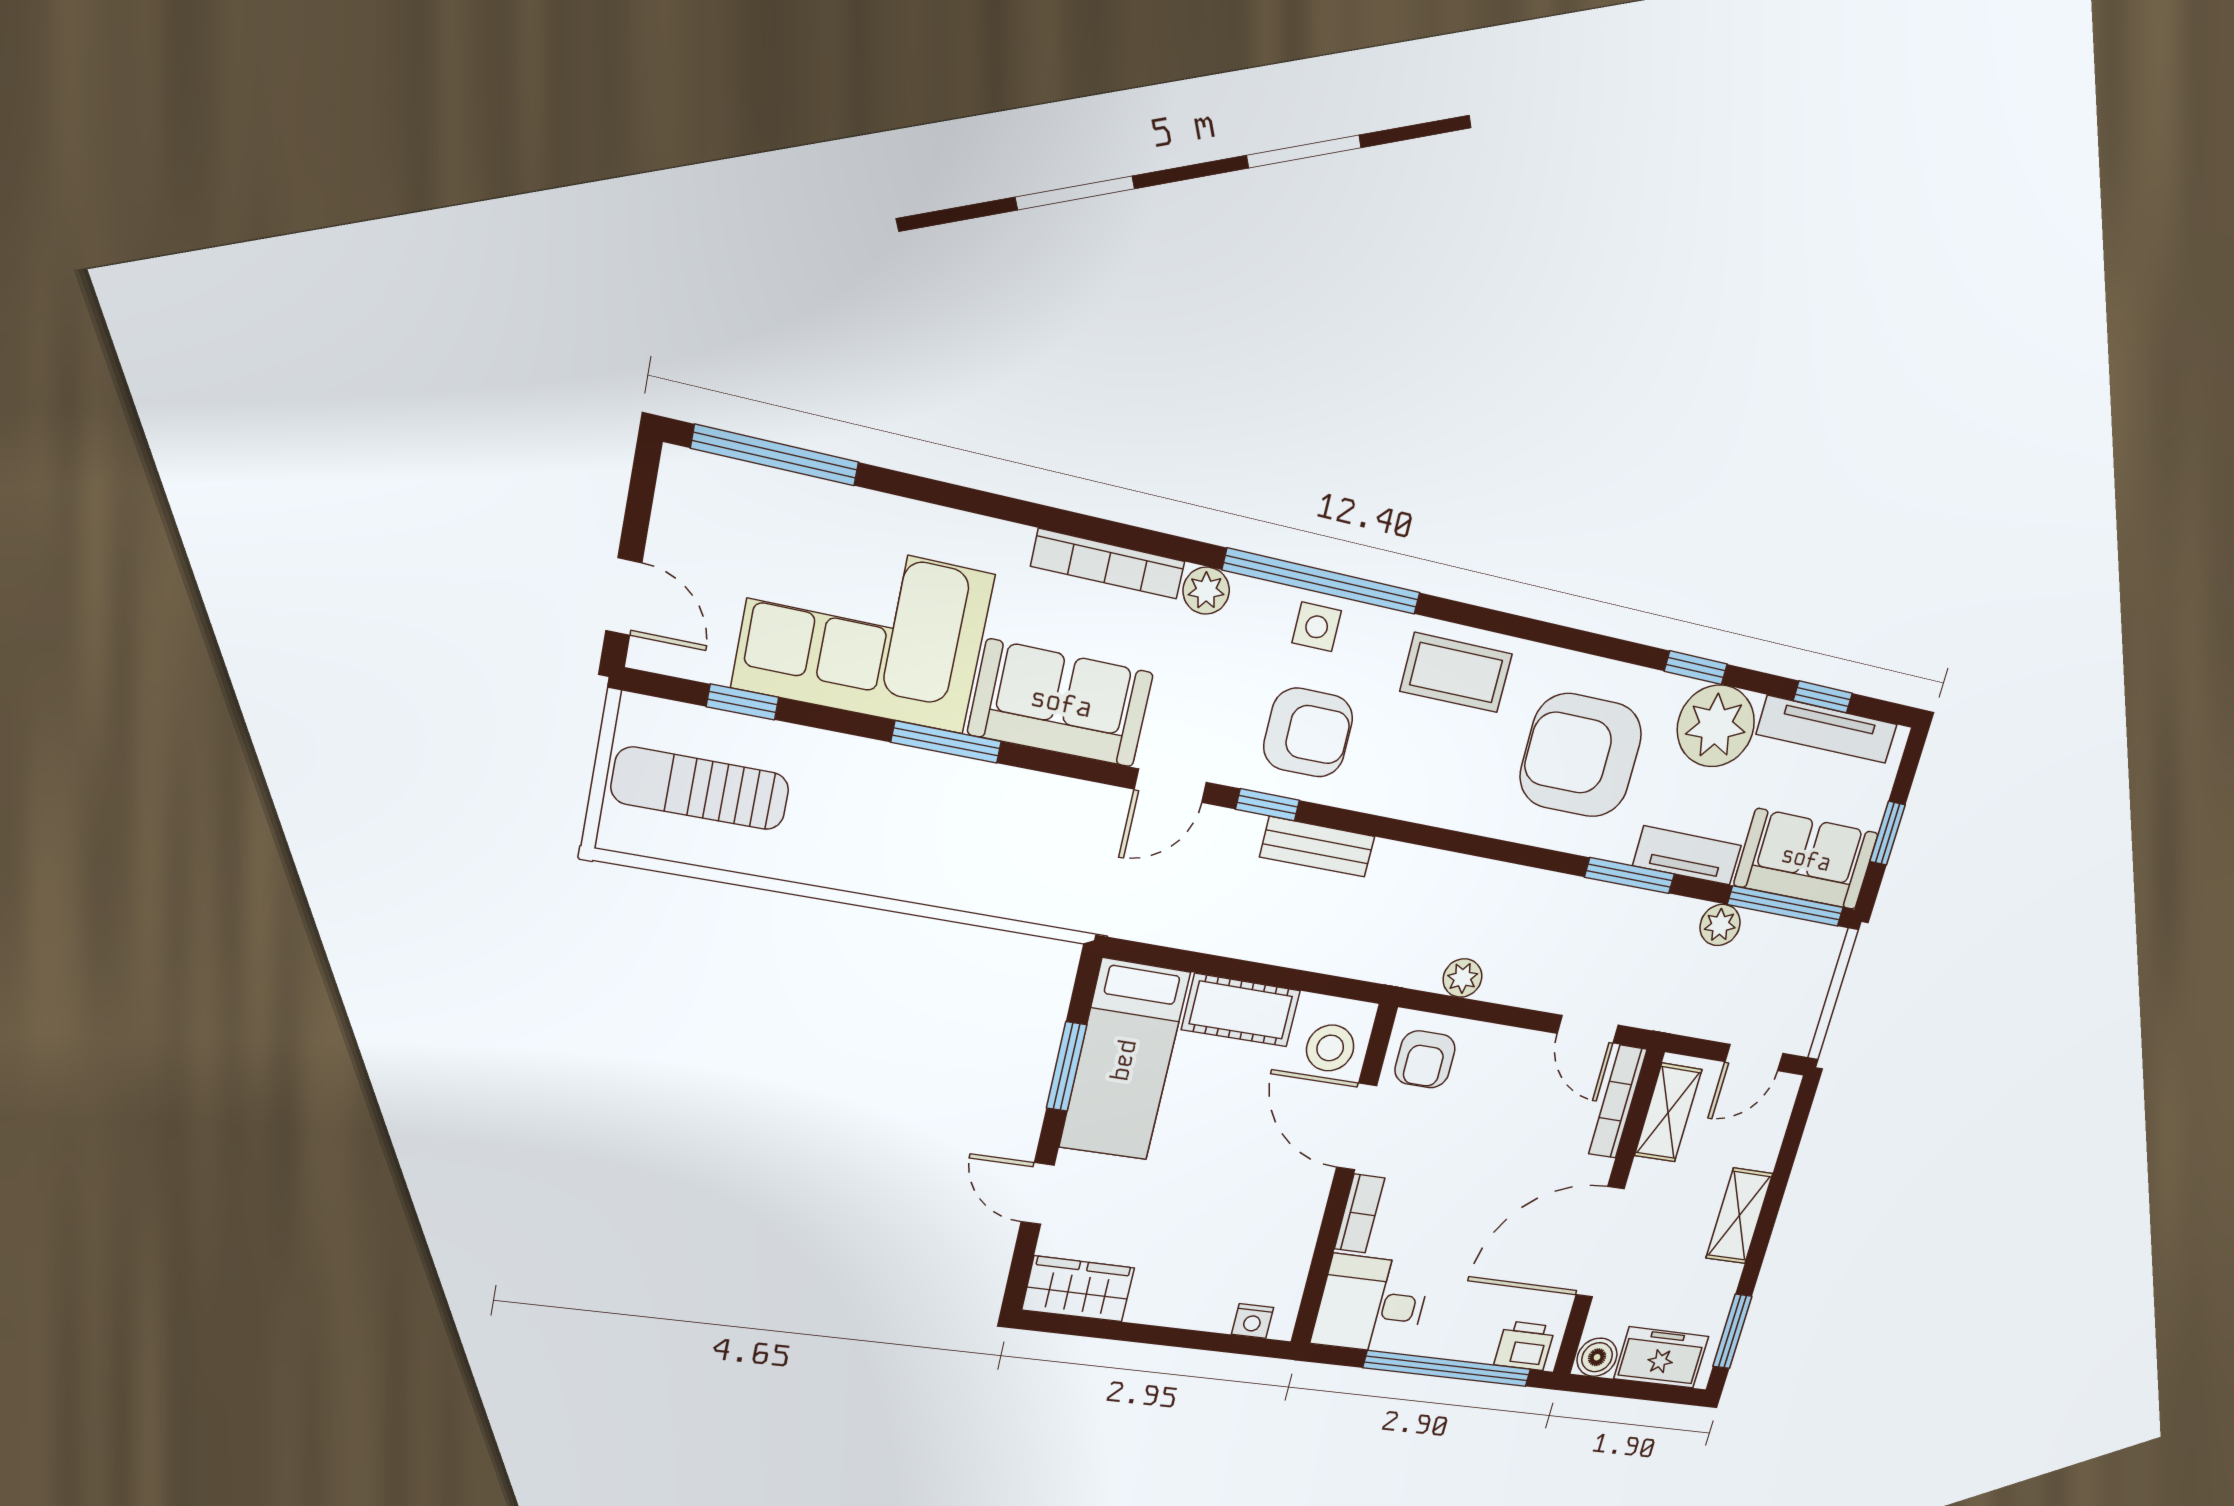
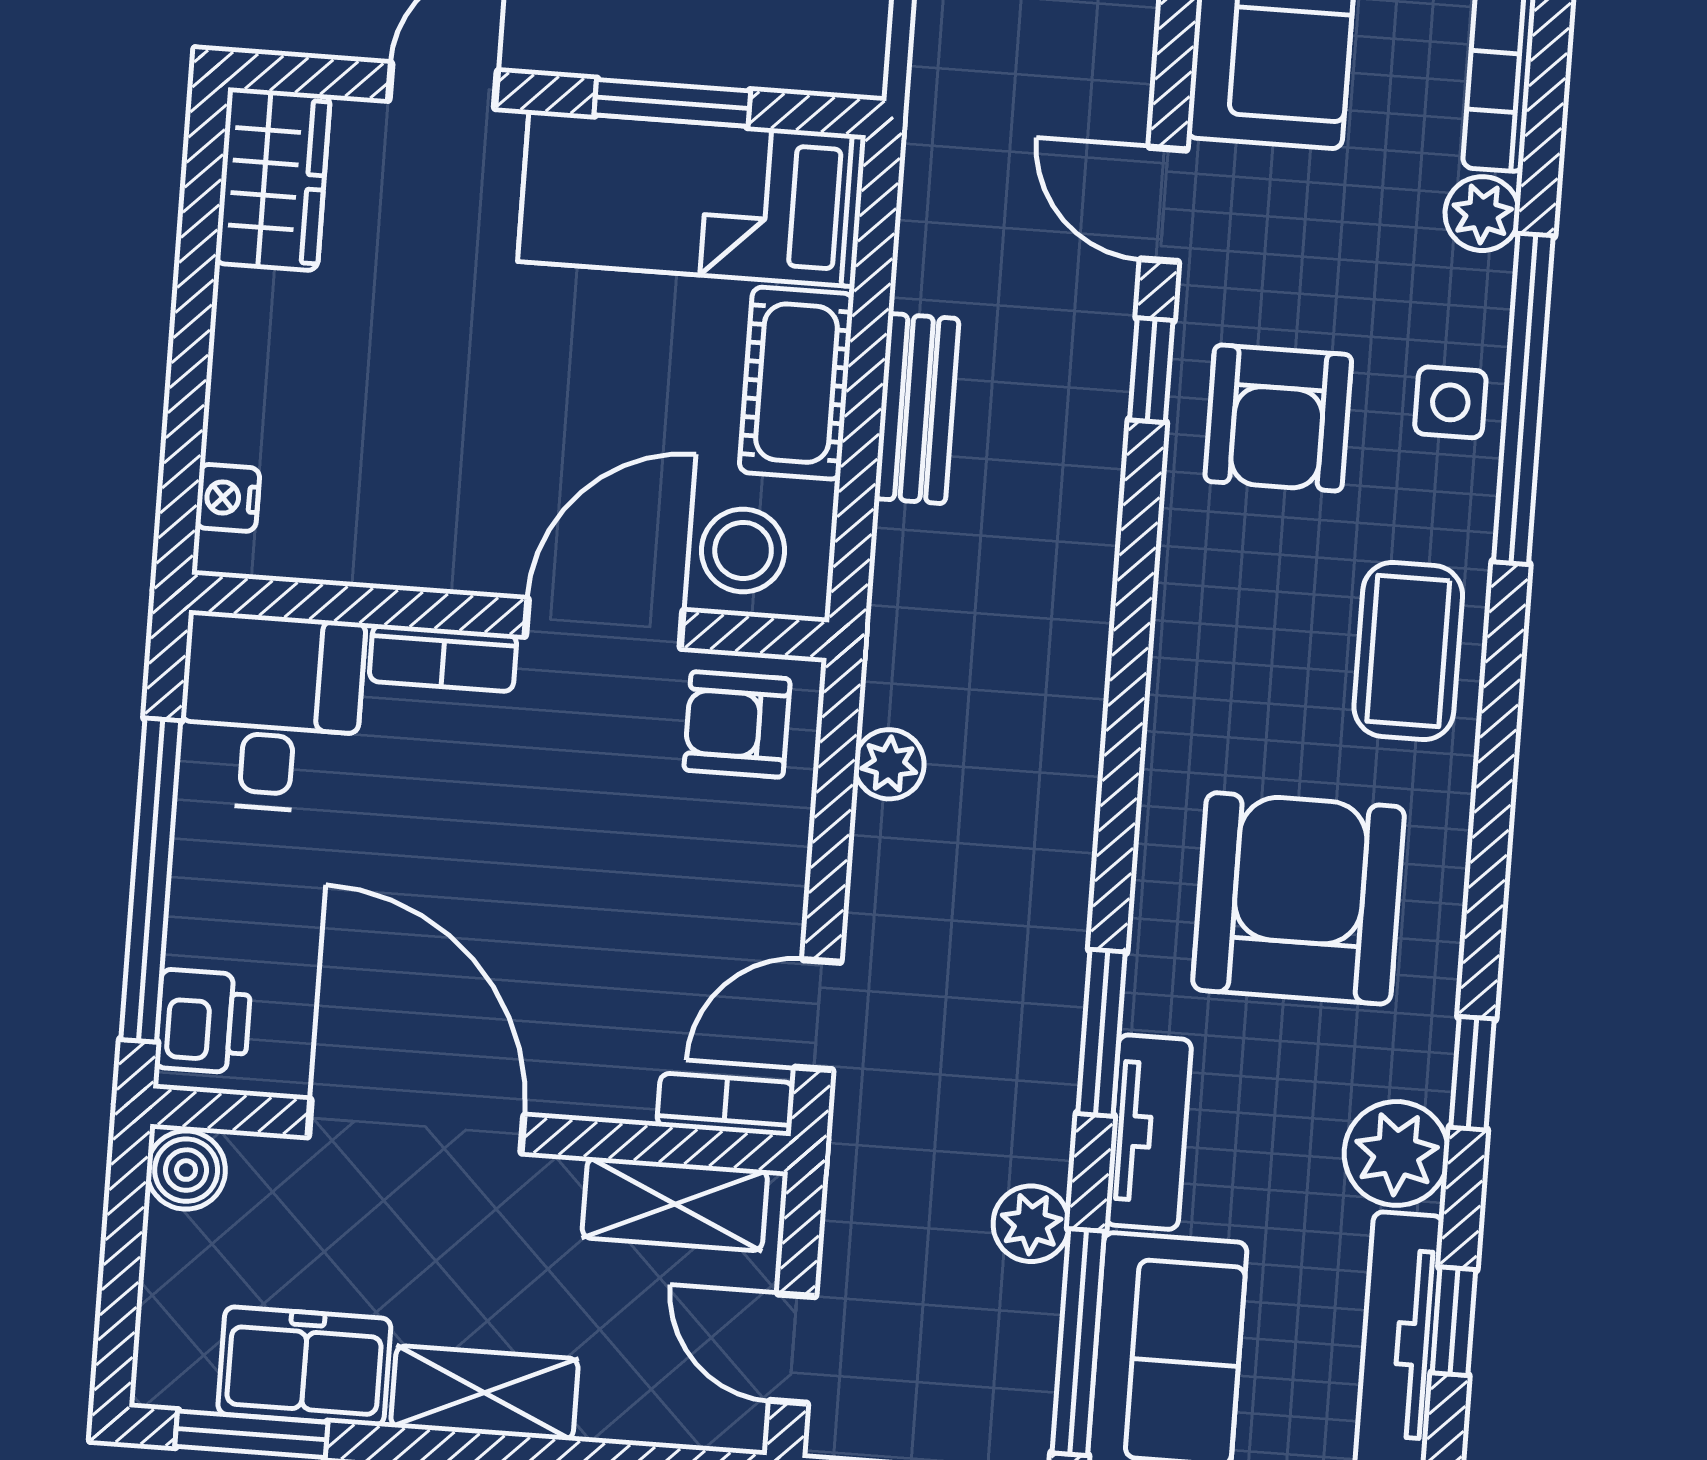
plant: (1716, 726) -> (1396, 1153), width x0.73, depth x0.73
bench: (1317, 847) -> (917, 409), moved
bookcase: (1618, 1102) -> (726, 1104), width x0.64
freezer: (1661, 1358) -> (304, 1366), moved, turned -90

